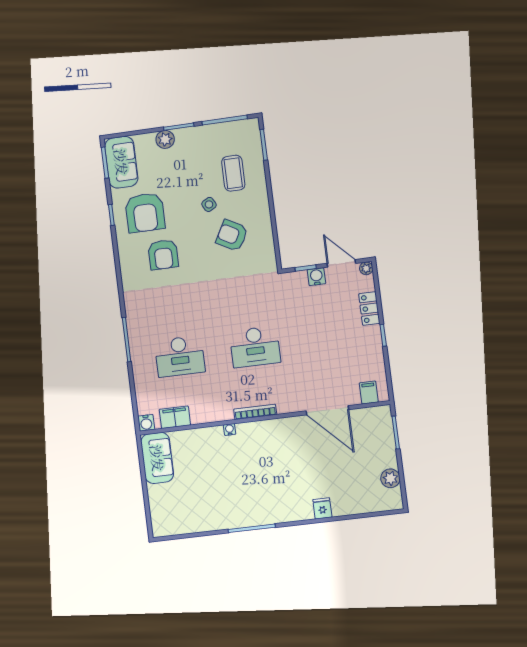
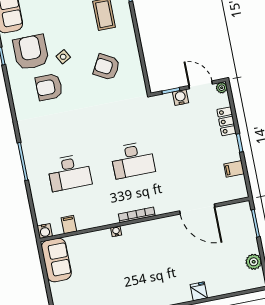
side table: (209, 204) -> (63, 57), moved
armchair: (145, 213) -> (31, 52), turned 180
armchair: (163, 255) -> (49, 87), turned 90
filing cabinet: (369, 392) -> (234, 169), moved, turned -90
filing cabinet: (175, 417) -> (69, 224), width x0.50

